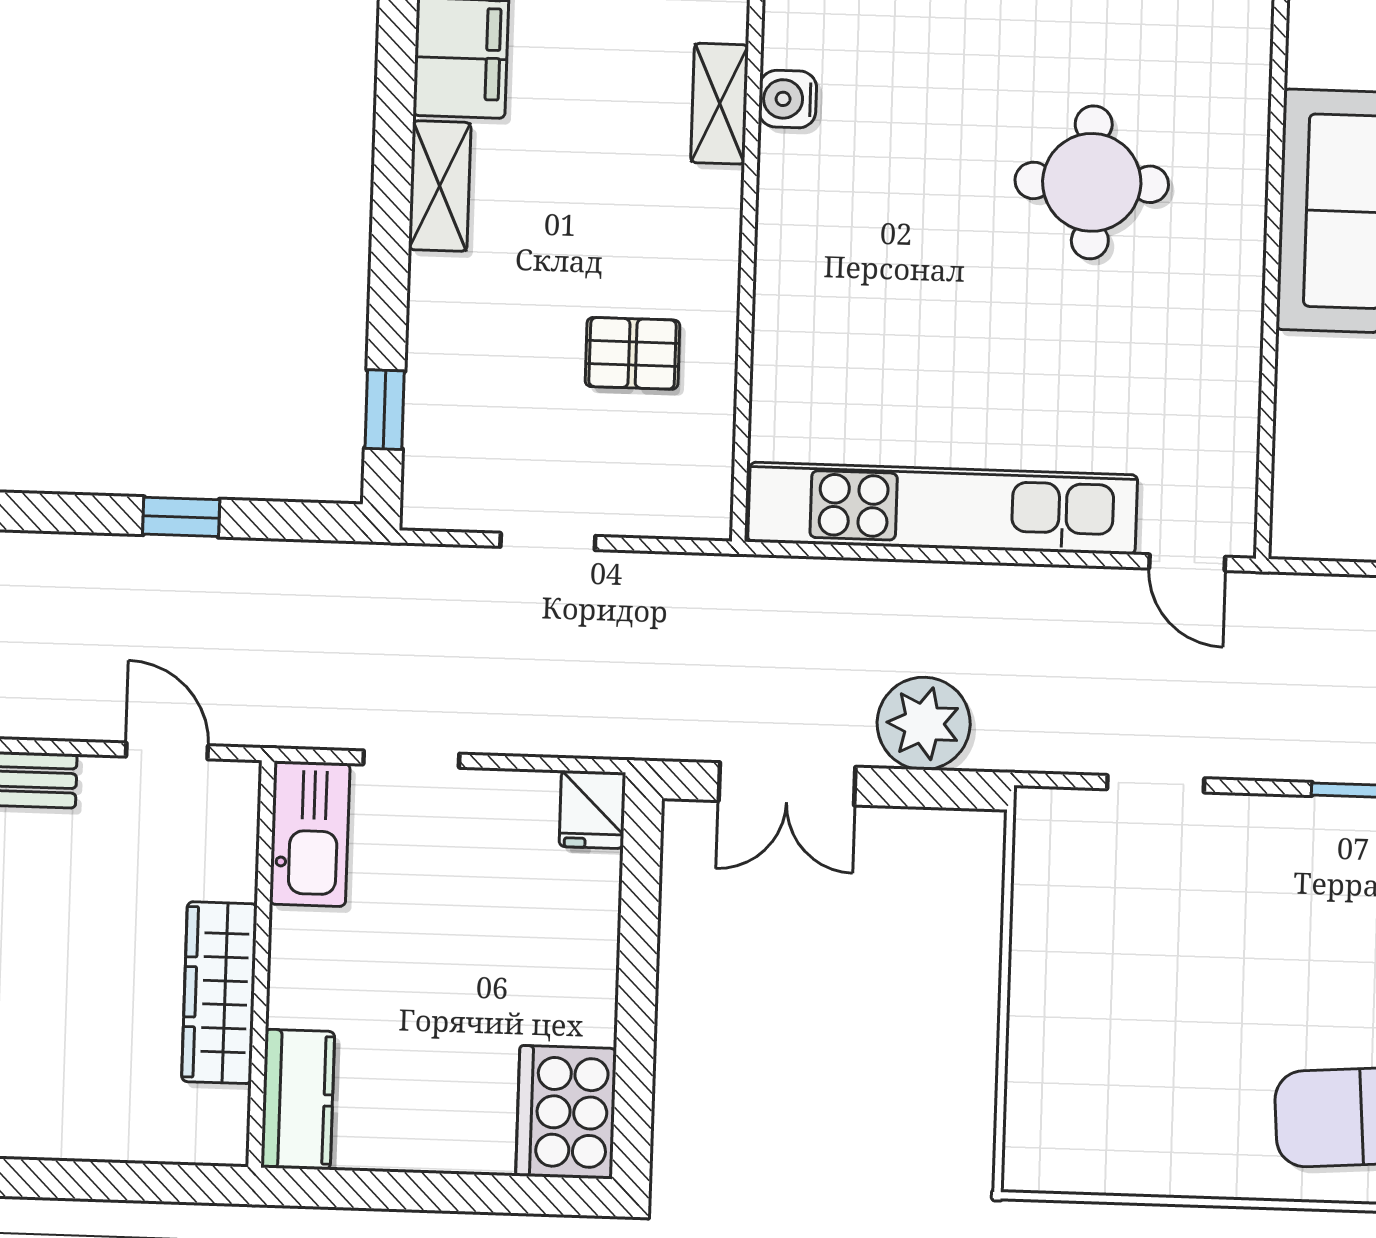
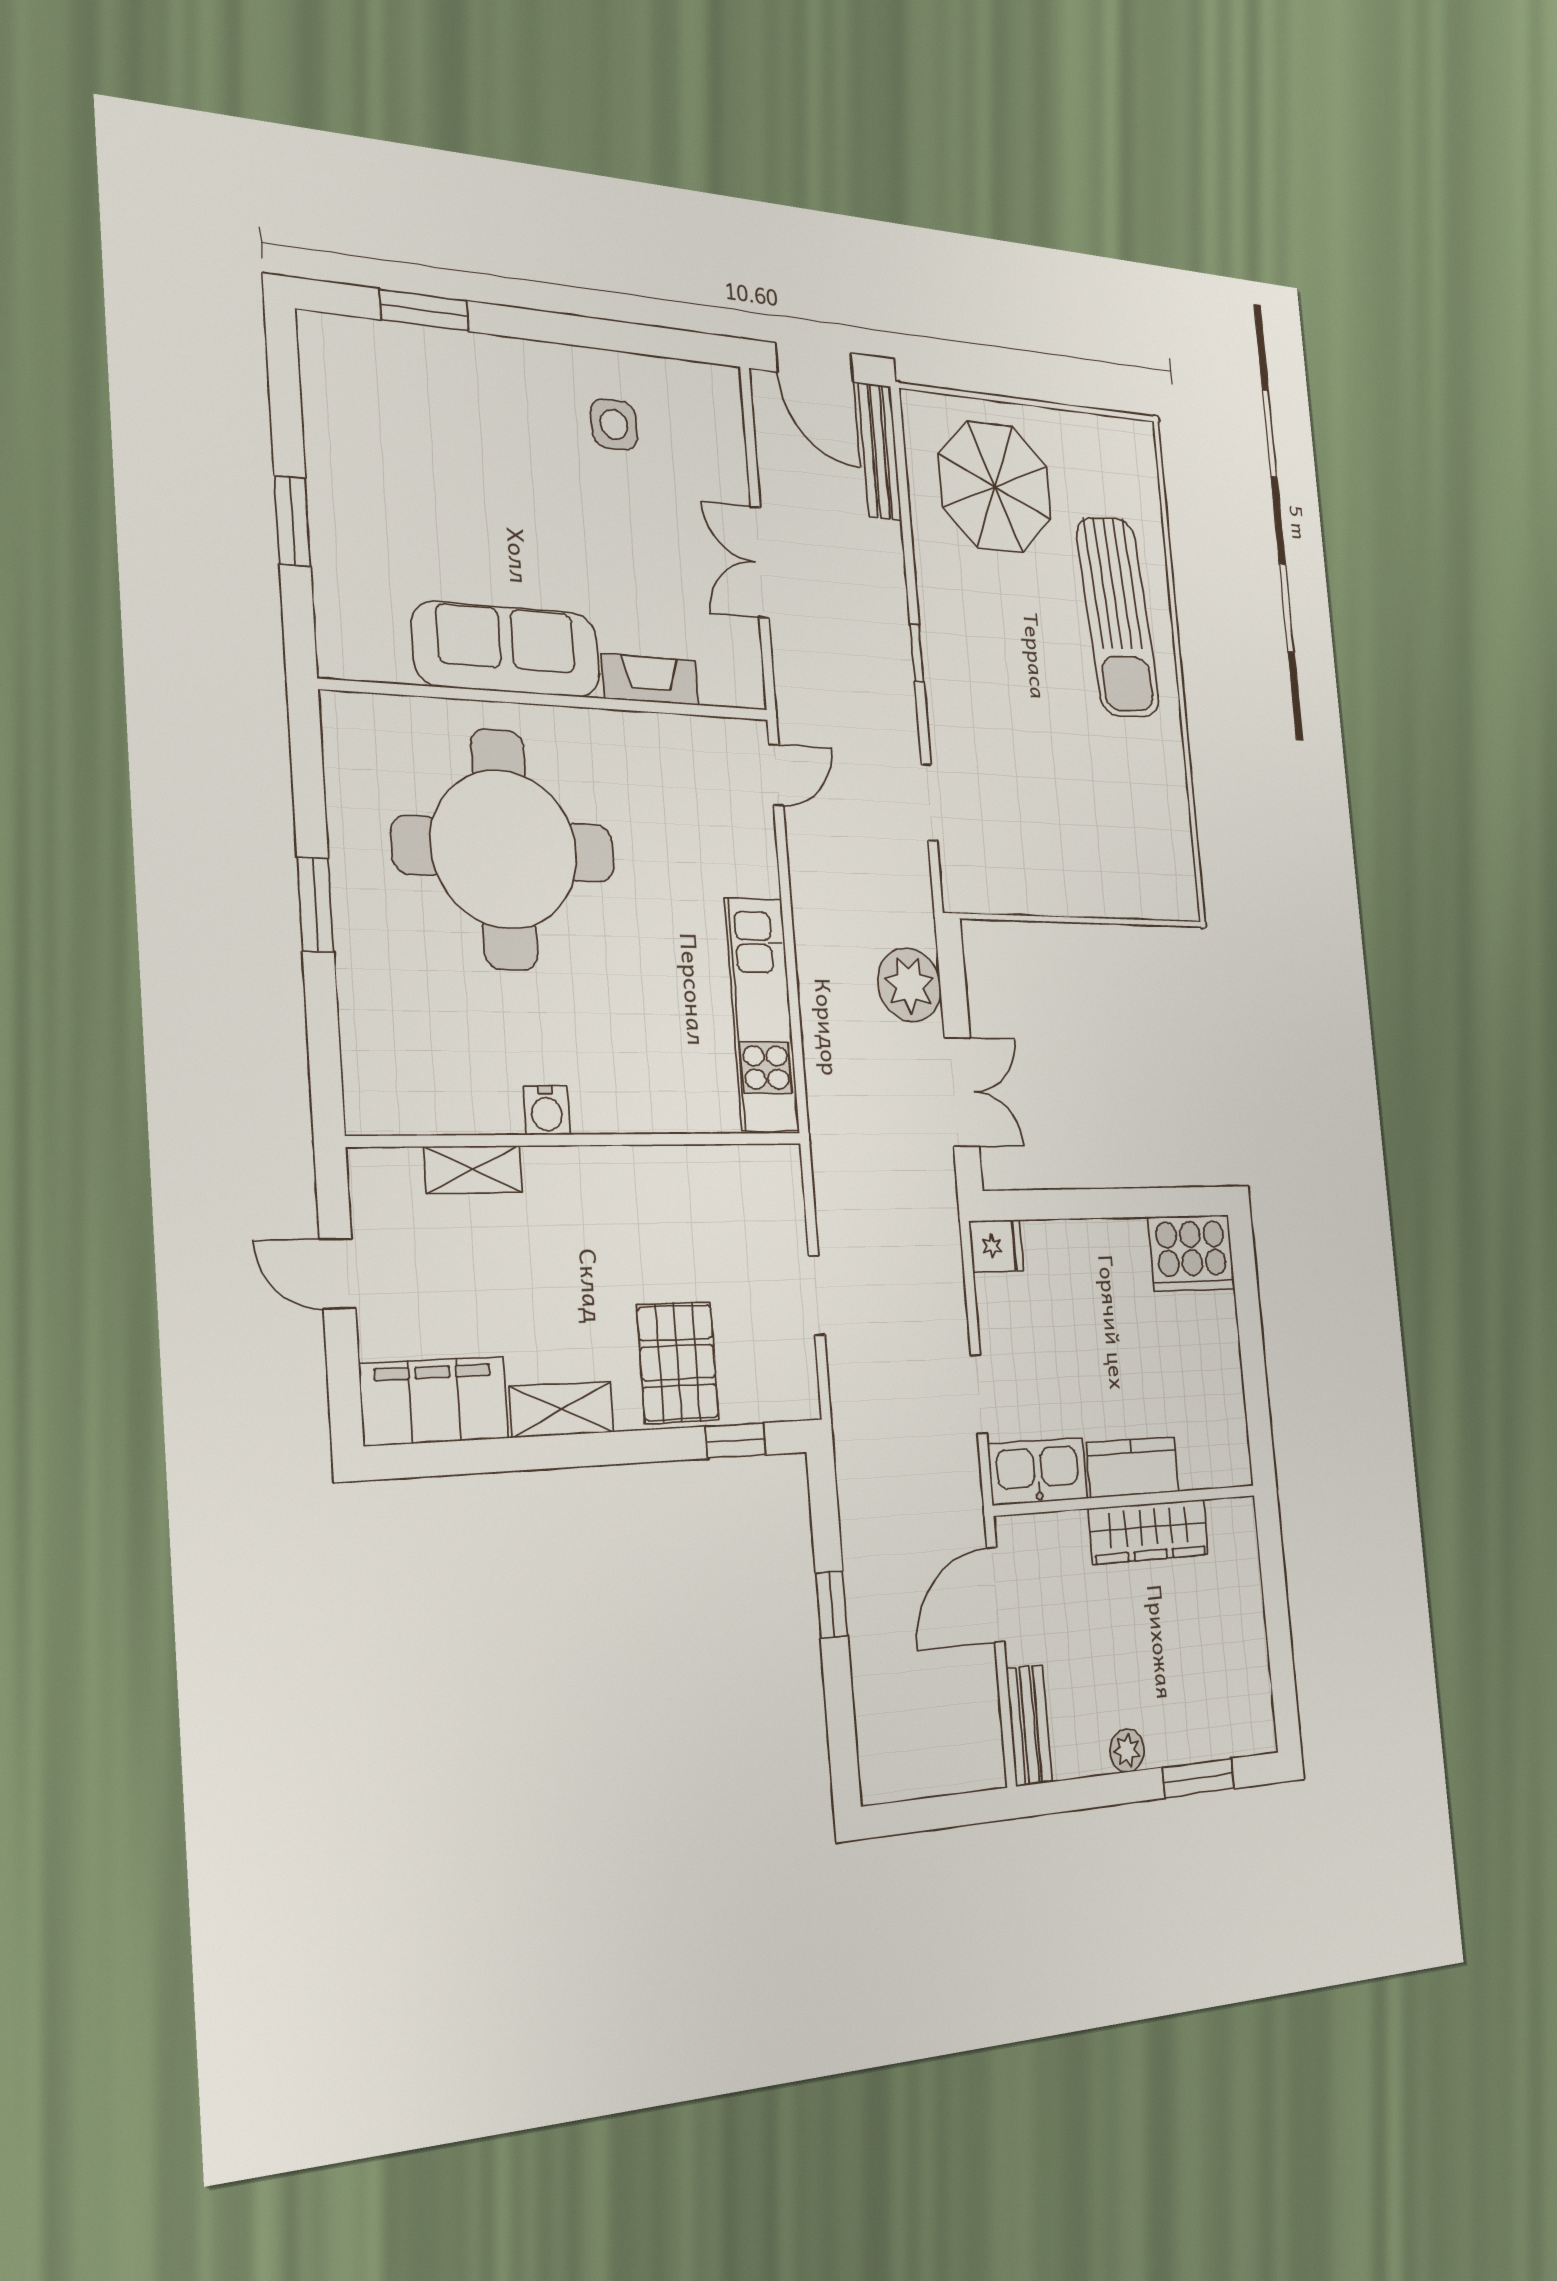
water cooler: (788, 99) -> (547, 1110), moved
round table: (1092, 182) -> (504, 849), width x1.86, depth x1.86
pallet: (633, 353) -> (678, 1362), moved, width x1.50, depth x1.42
fireplace: (1301, 400) -> (650, 680), added
kitchen unit: (943, 508) -> (762, 1014), width x0.73
door: (167, 751) -> (996, 1595), width x1.38
kitchen counter: (298, 1099) -> (1133, 1467), moved

